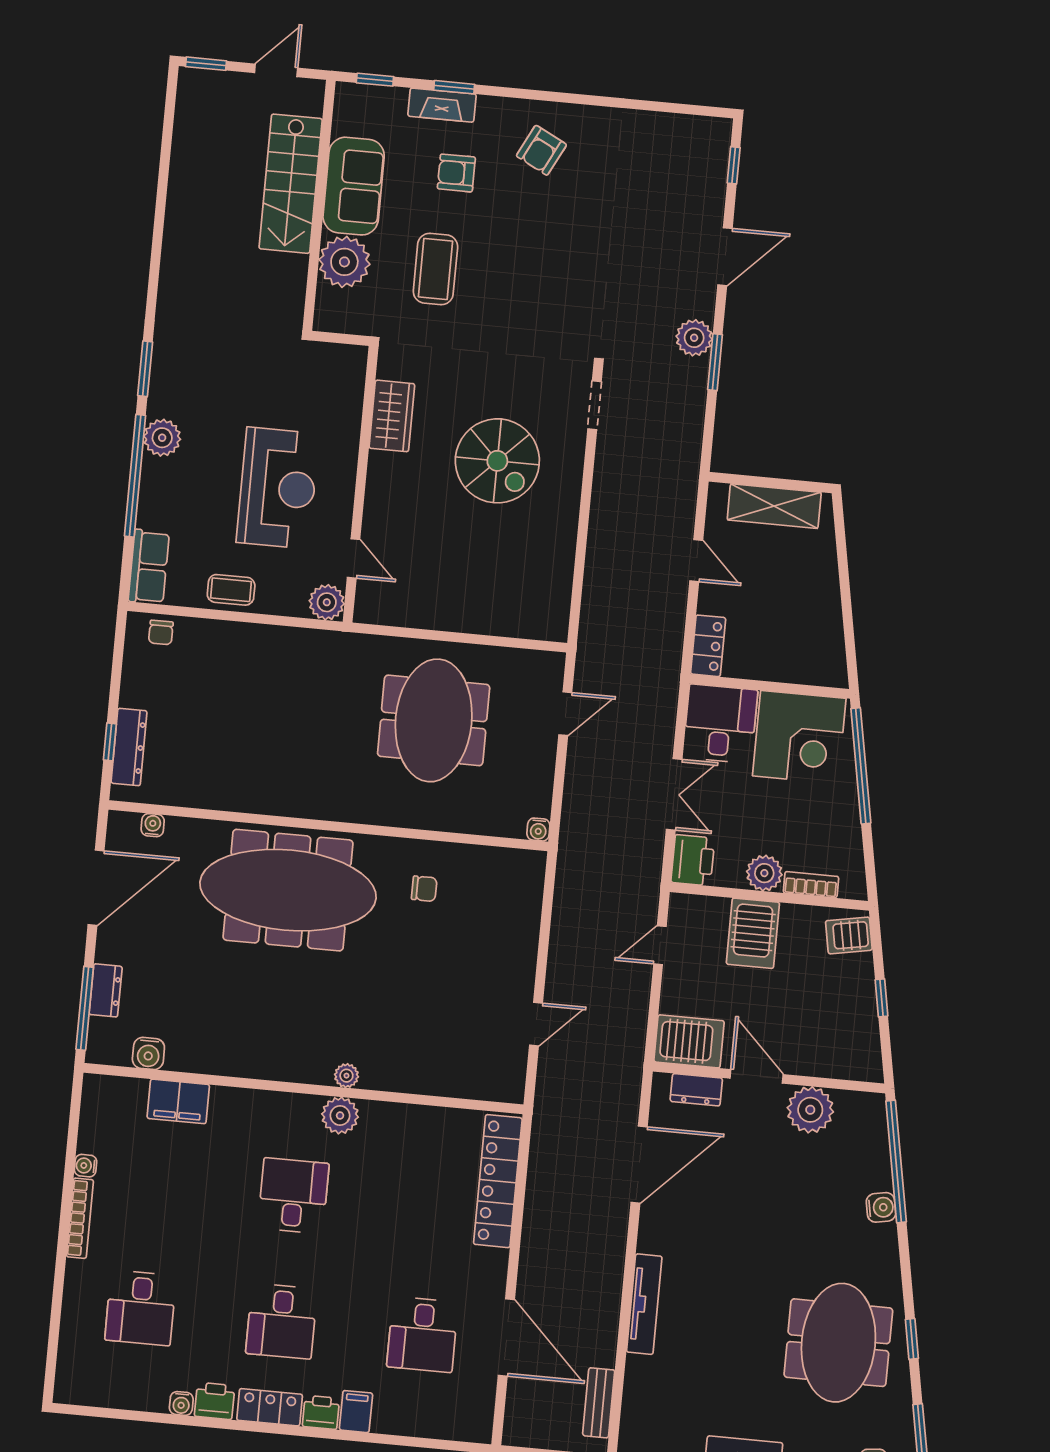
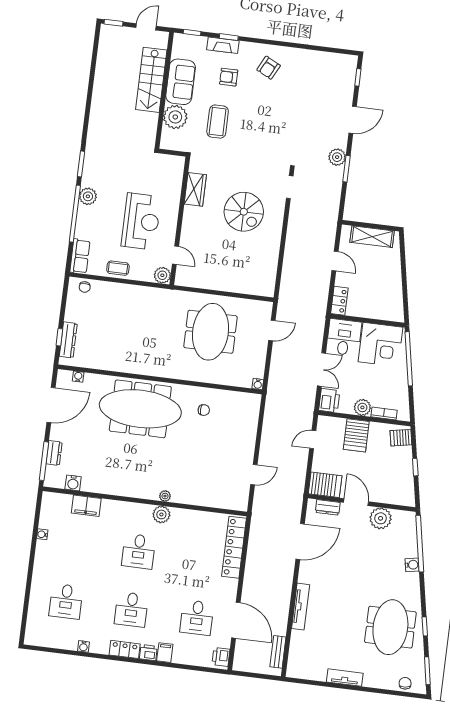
desk: (293, 1196) -> (139, 551), turned 180
bookcase: (80, 1218) -> (39, 559), removed
printer: (215, 1401) -> (221, 657), moved, turned -90

